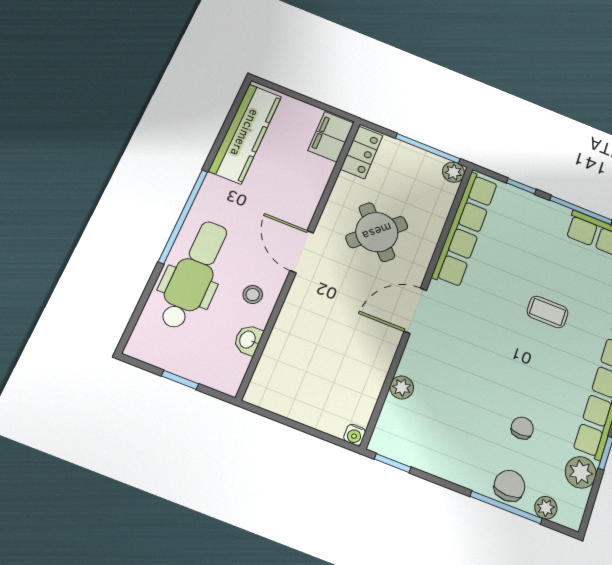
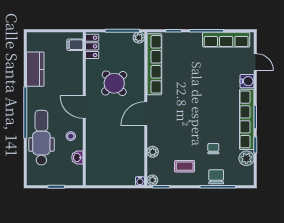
kitchen counter: (245, 133) -> (35, 69), width x0.67
filing cabinet: (331, 137) -> (75, 45), width x0.50
coffee table: (548, 312) -> (185, 166), moved
plant: (546, 508) -> (152, 180), moved

